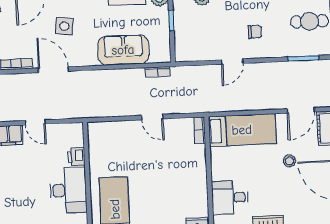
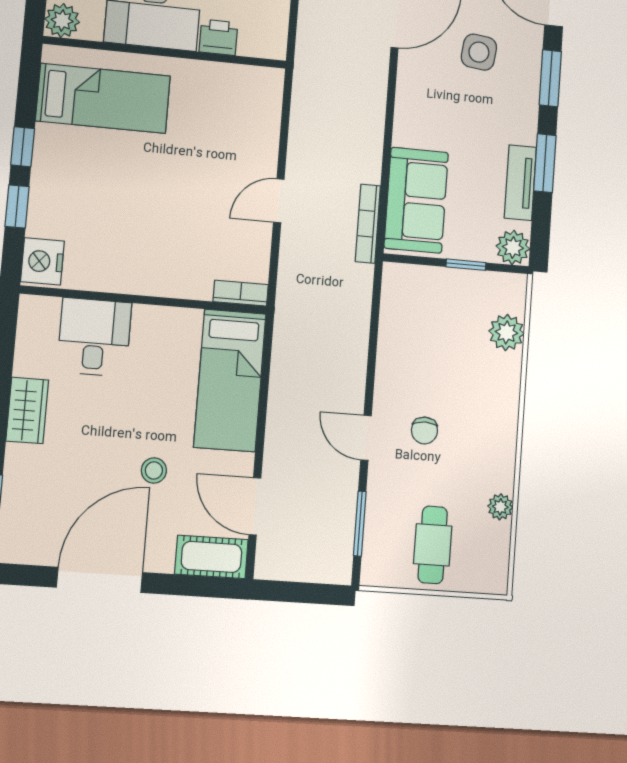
sofa: (123, 50) -> (416, 200), moved
door: (232, 62) -> (366, 438), moved
bookcase: (158, 72) -> (368, 224), width x1.56

